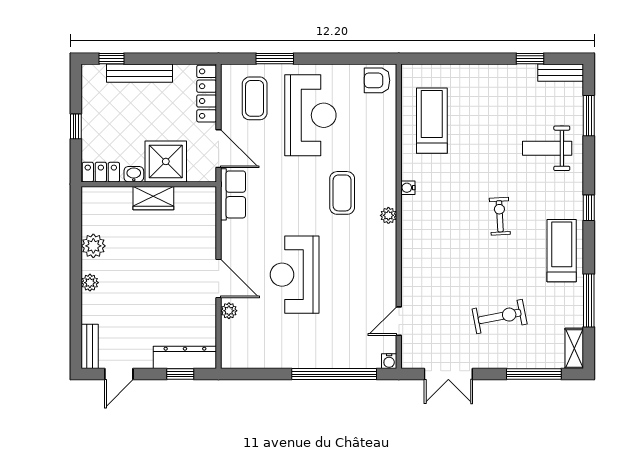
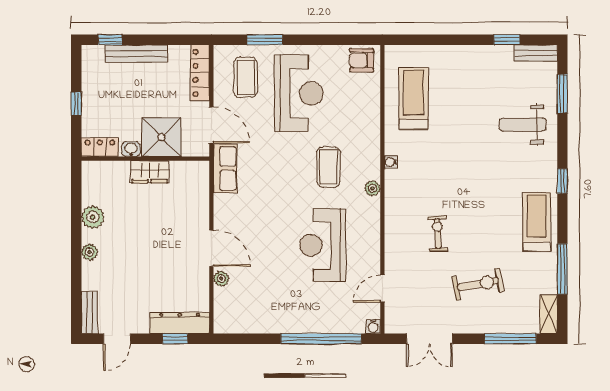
exercise bike: (500, 216) -> (438, 234), moved
reception desk: (295, 275) -> (323, 245), moved

